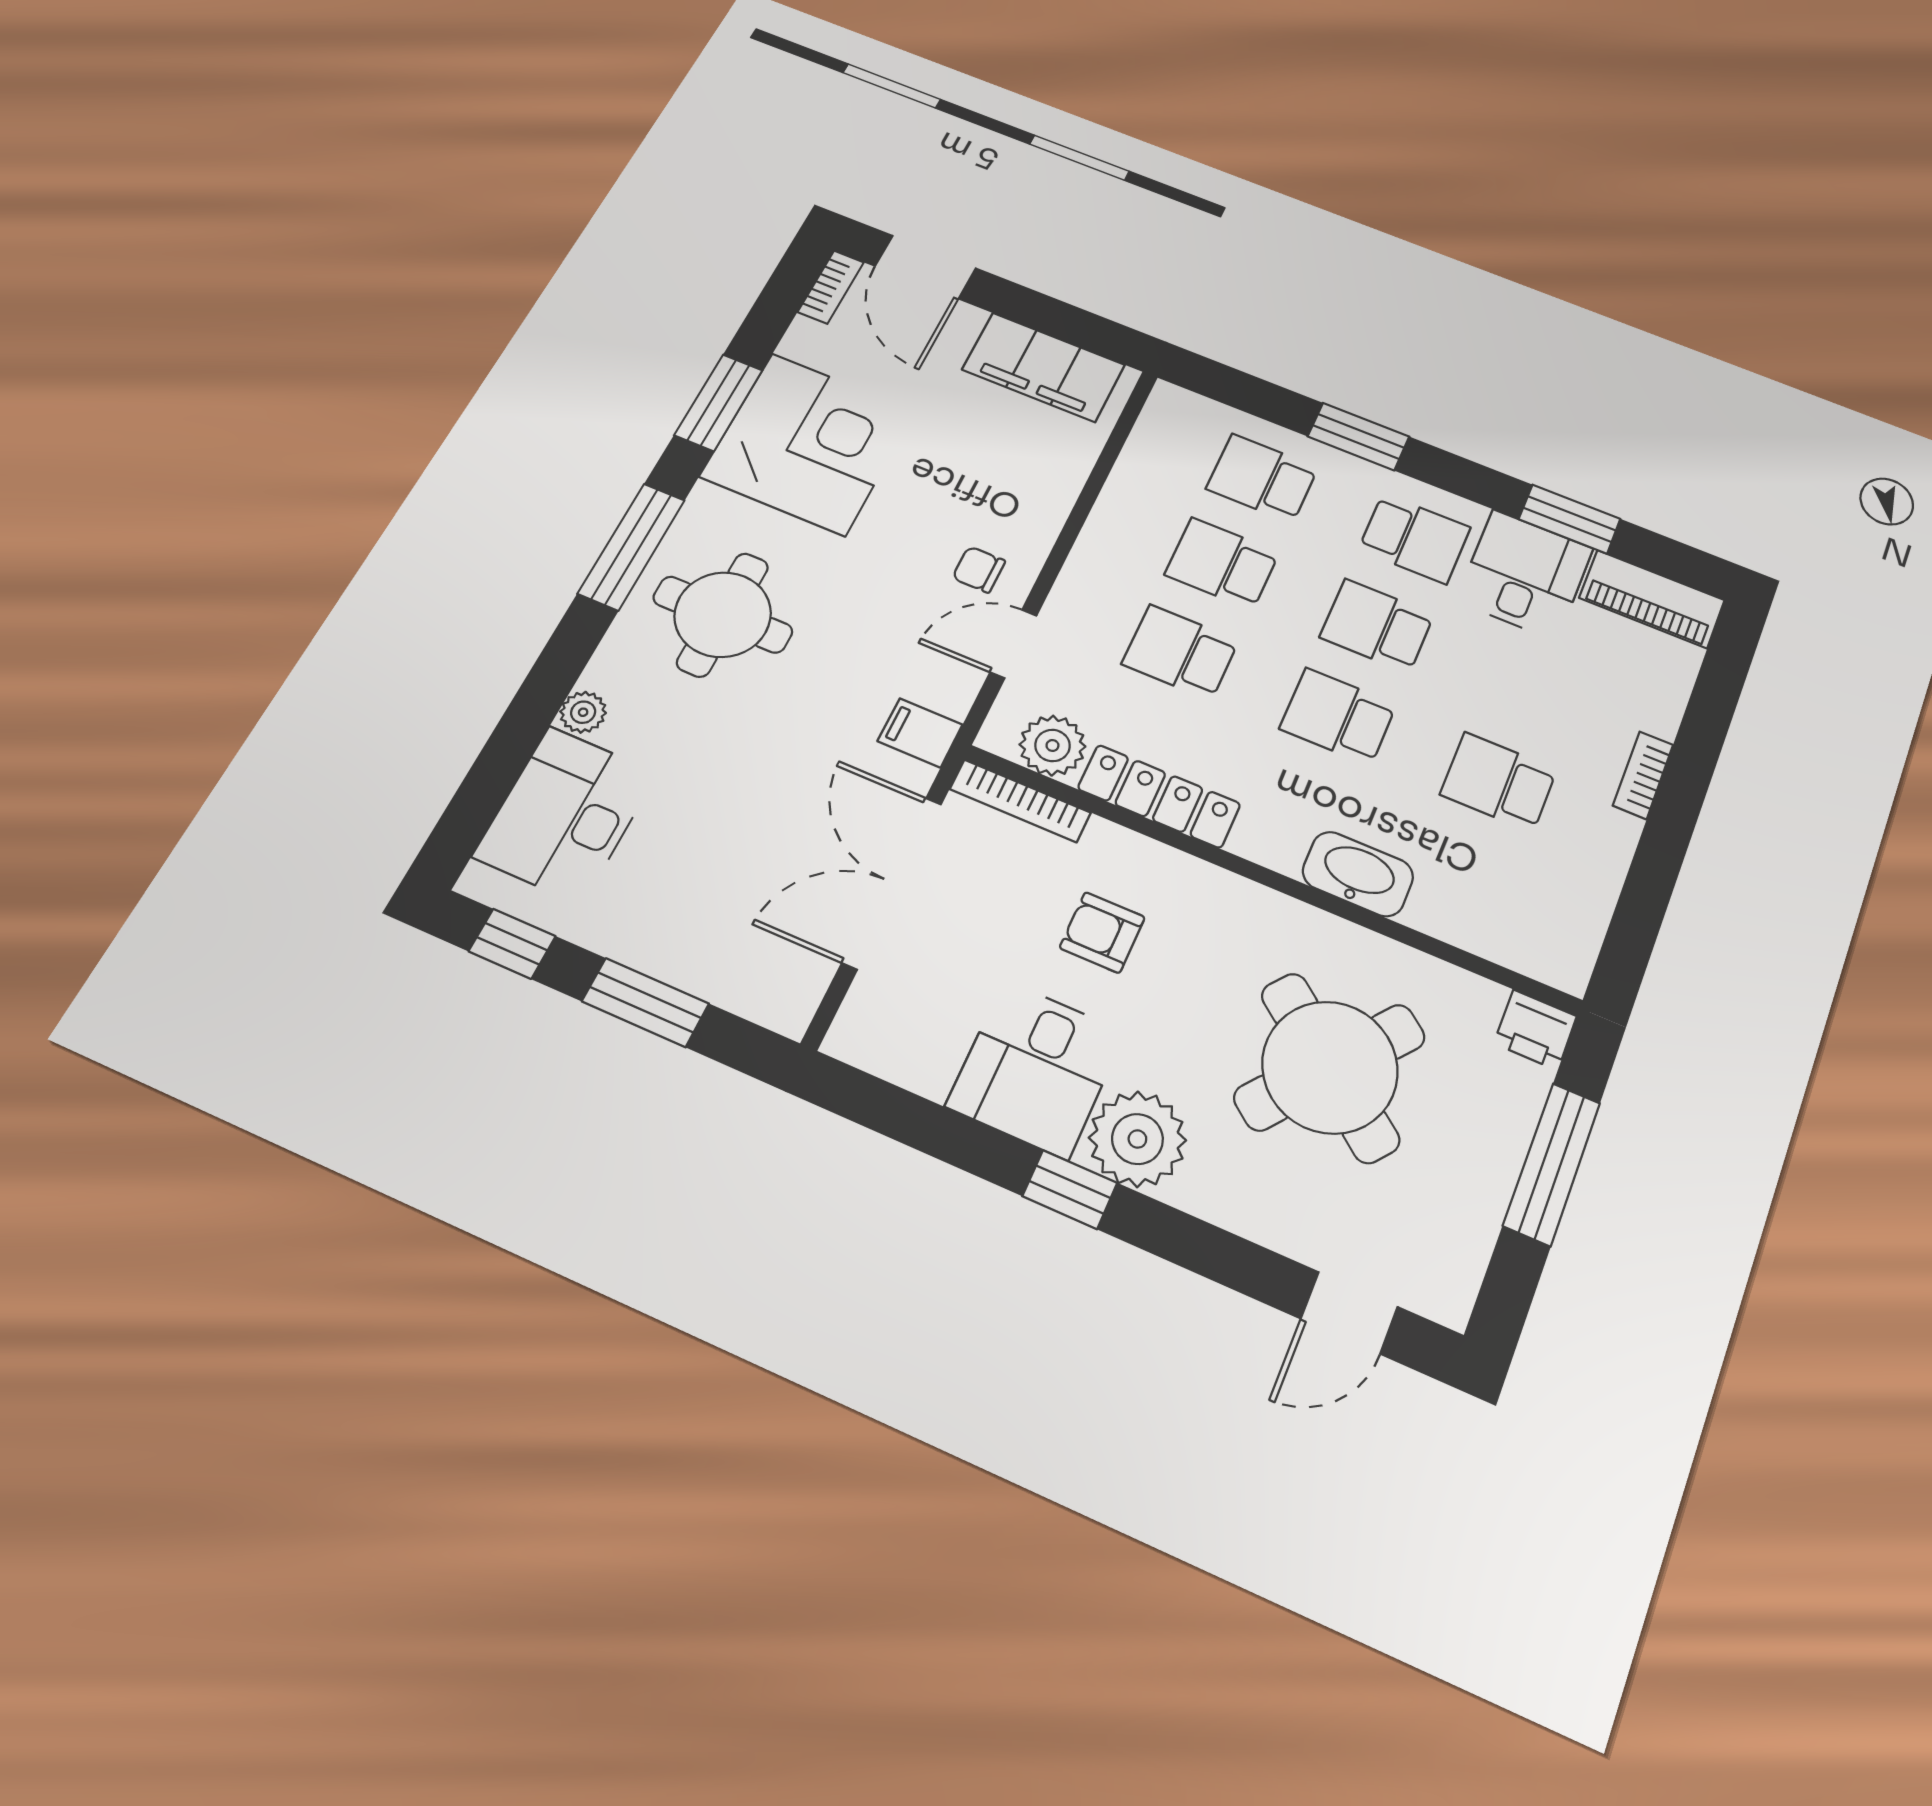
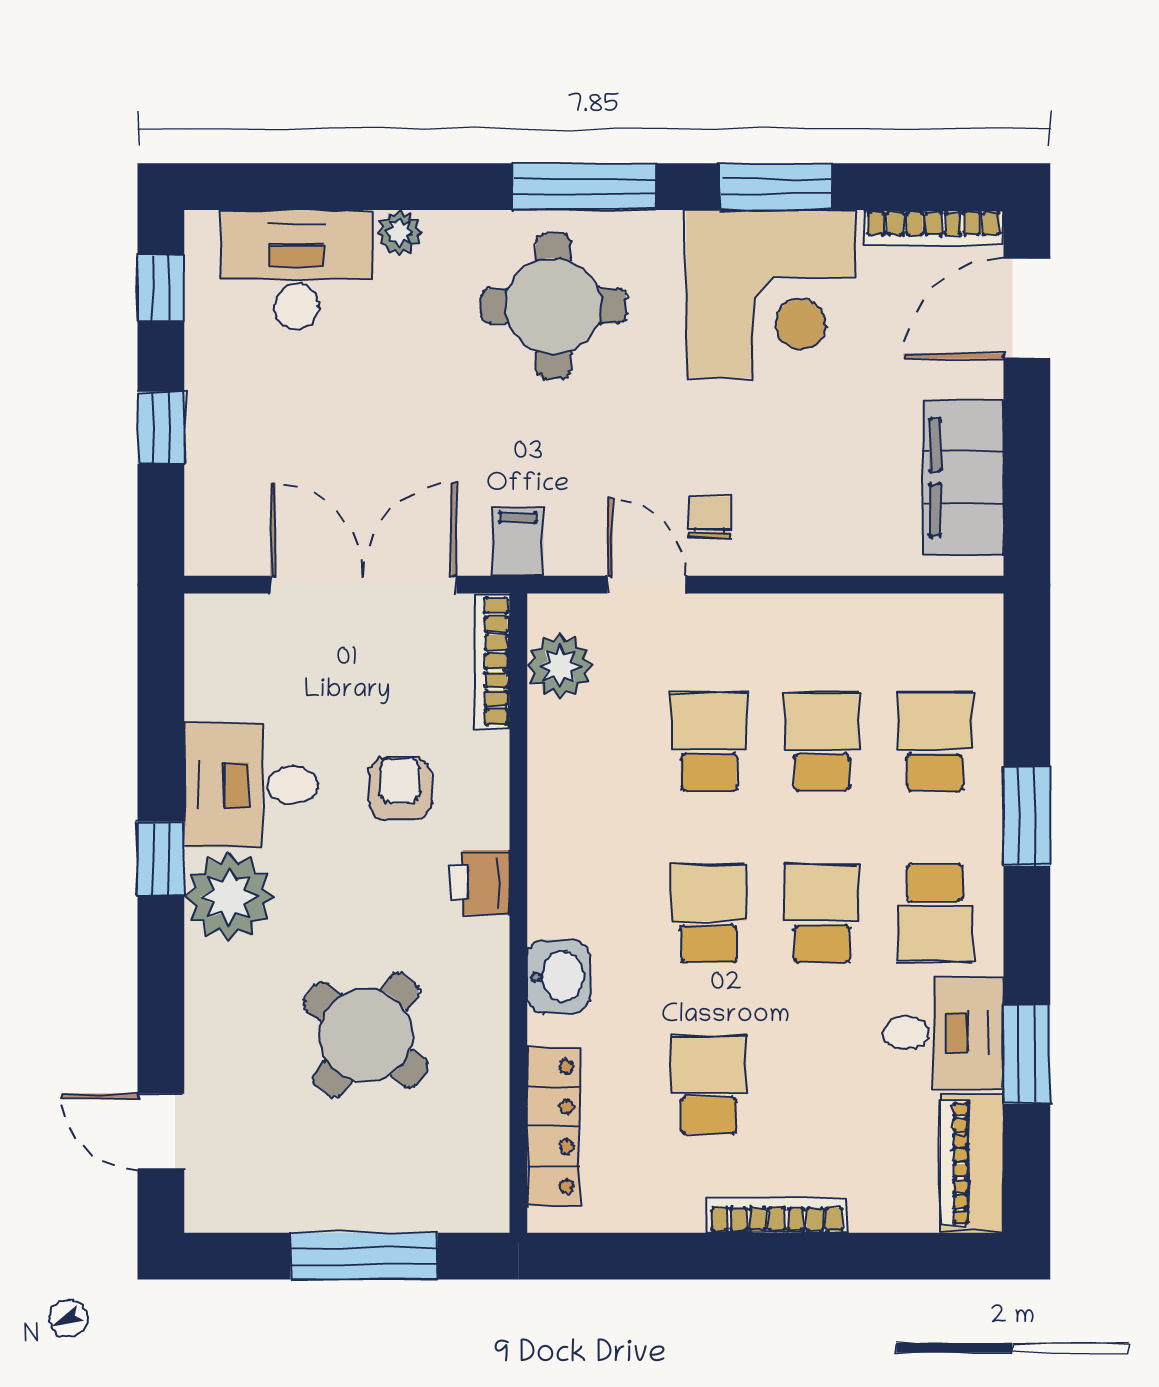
bookcase: (831, 287) -> (934, 228), width x1.56
bookcase: (1643, 775) -> (777, 1215), width x1.56
locker: (1159, 796) -> (553, 1127), moved
washbasin: (1358, 874) -> (558, 977), width x0.72
window: (645, 1002) -> (161, 428), width x0.67
printer: (1535, 1030) -> (480, 882), moved
round table: (1330, 1067) -> (366, 1035), width x0.73, depth x0.73

